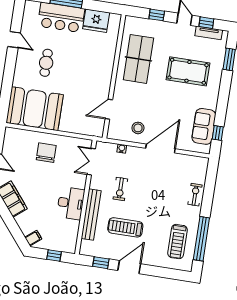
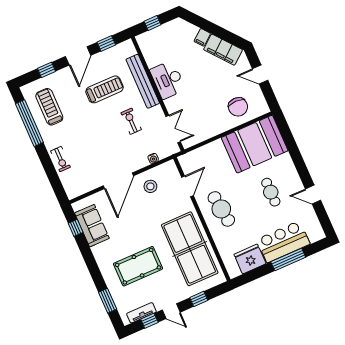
table tennis table: (138, 59) -> (190, 249), width x1.36, depth x1.32
cafe table: (94, 74) -> (221, 209), added
chair: (46, 153) -> (238, 107), moved
filing cabinet: (33, 238) -> (202, 37), moved
window: (161, 272) -> (46, 70), added

